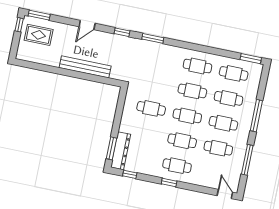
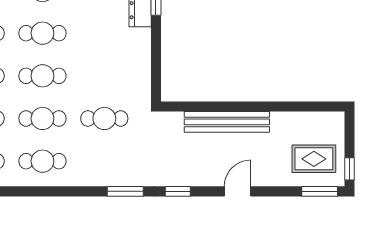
cafe table: (151, 108) -> (104, 118), moved

